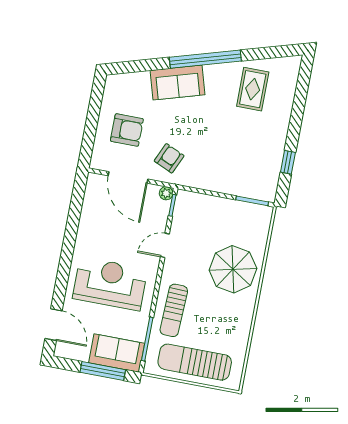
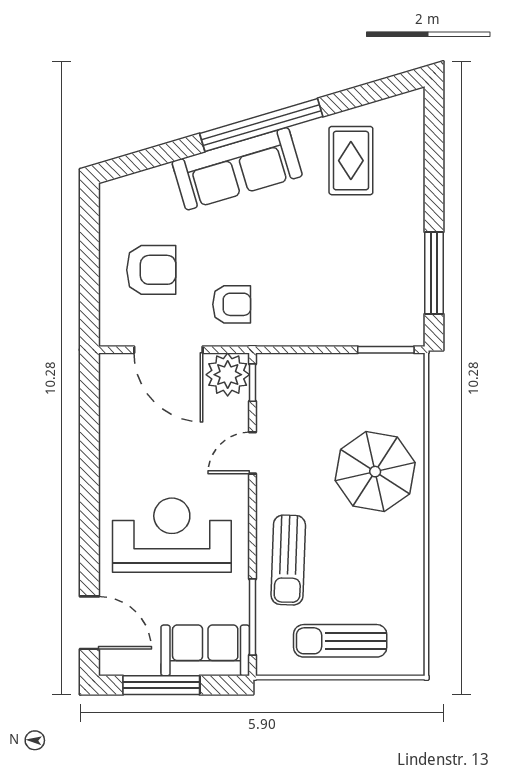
sofa: (178, 82) -> (237, 169), width x1.36
armchair: (169, 158) -> (232, 304), turned 66
window: (288, 162) -> (434, 273), width x2.17
plant: (166, 193) -> (228, 375), width x1.88, depth x1.88
sun lounger: (195, 362) -> (340, 641), width x0.73, depth x0.75
window: (103, 371) -> (161, 685), moved

